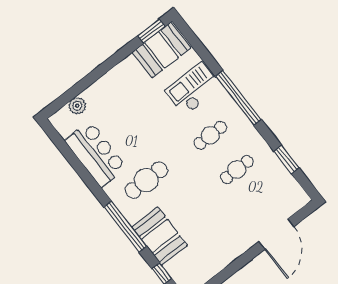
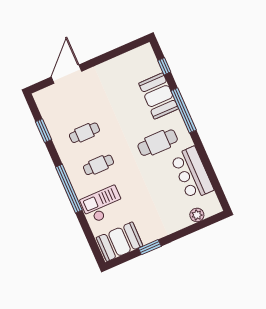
window: (151, 31) -> (150, 247), moved
checkout: (193, 89) -> (102, 205), turned 180

